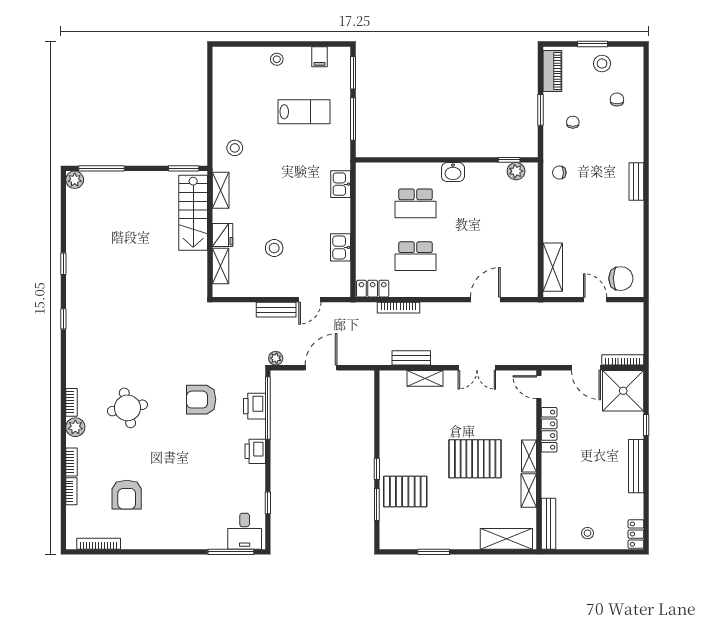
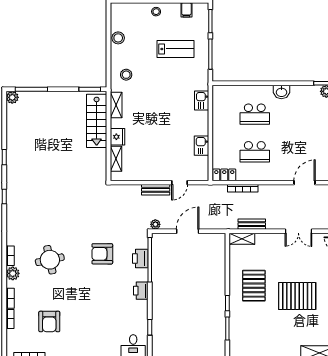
stool: (274, 248) -> (118, 38), moved
shelving: (425, 378) -> (242, 239), moved
pallet: (405, 491) -> (254, 286), moved, turned 90

